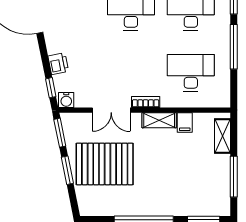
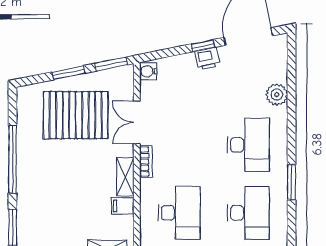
printer: (58, 64) -> (207, 59), moved
window: (51, 88) -> (203, 46), moved
pallet: (105, 164) -> (76, 115), turned 90

